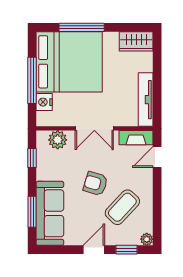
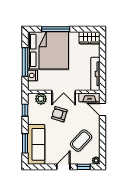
door: (157, 157) -> (103, 109), hinge flipped
armchair: (95, 184) -> (59, 114), moved

